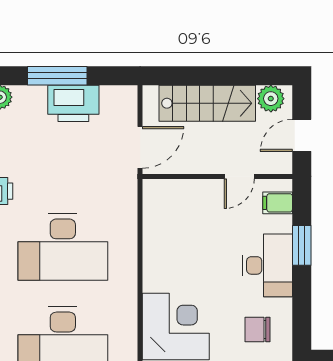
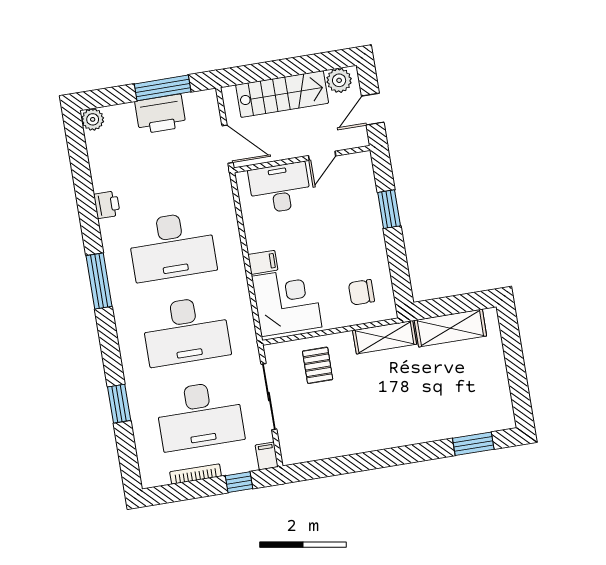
window: (57, 76) -> (163, 88), moved
door: (140, 147) -> (228, 144), hinge flipped
filing cabinet: (278, 203) -> (263, 262), moved, turned 180
desk: (268, 265) -> (280, 188), moved, turned -90

